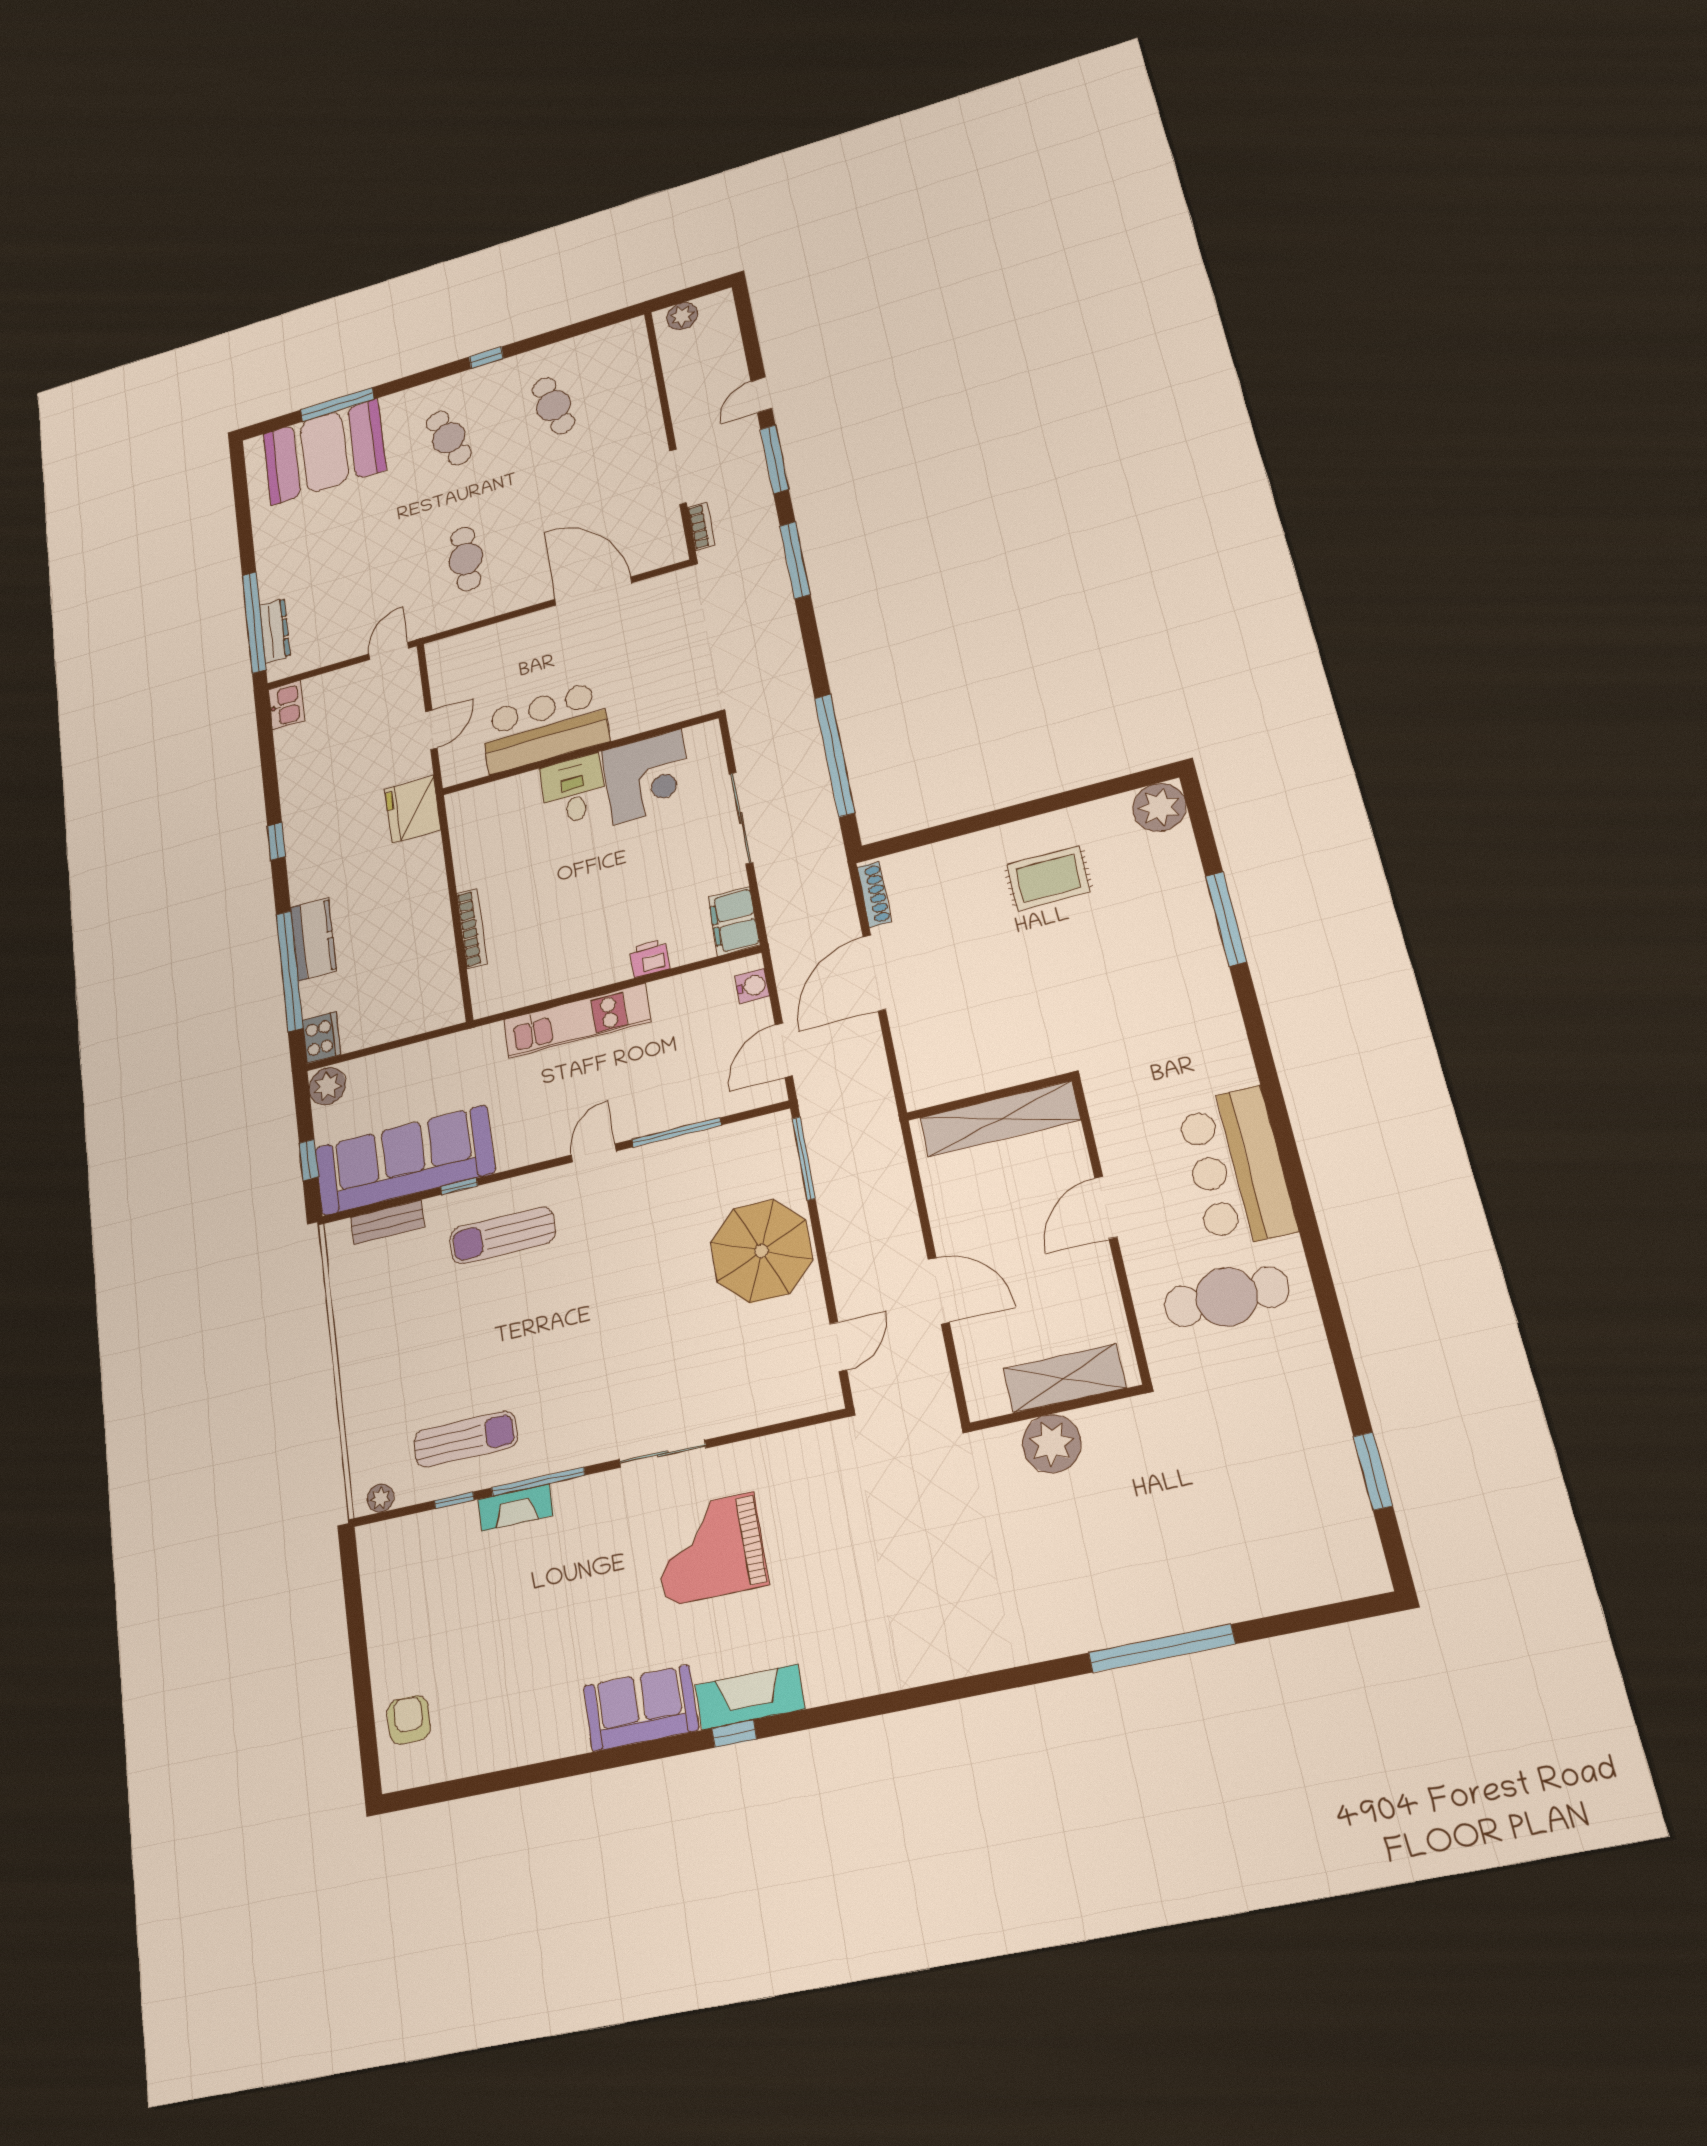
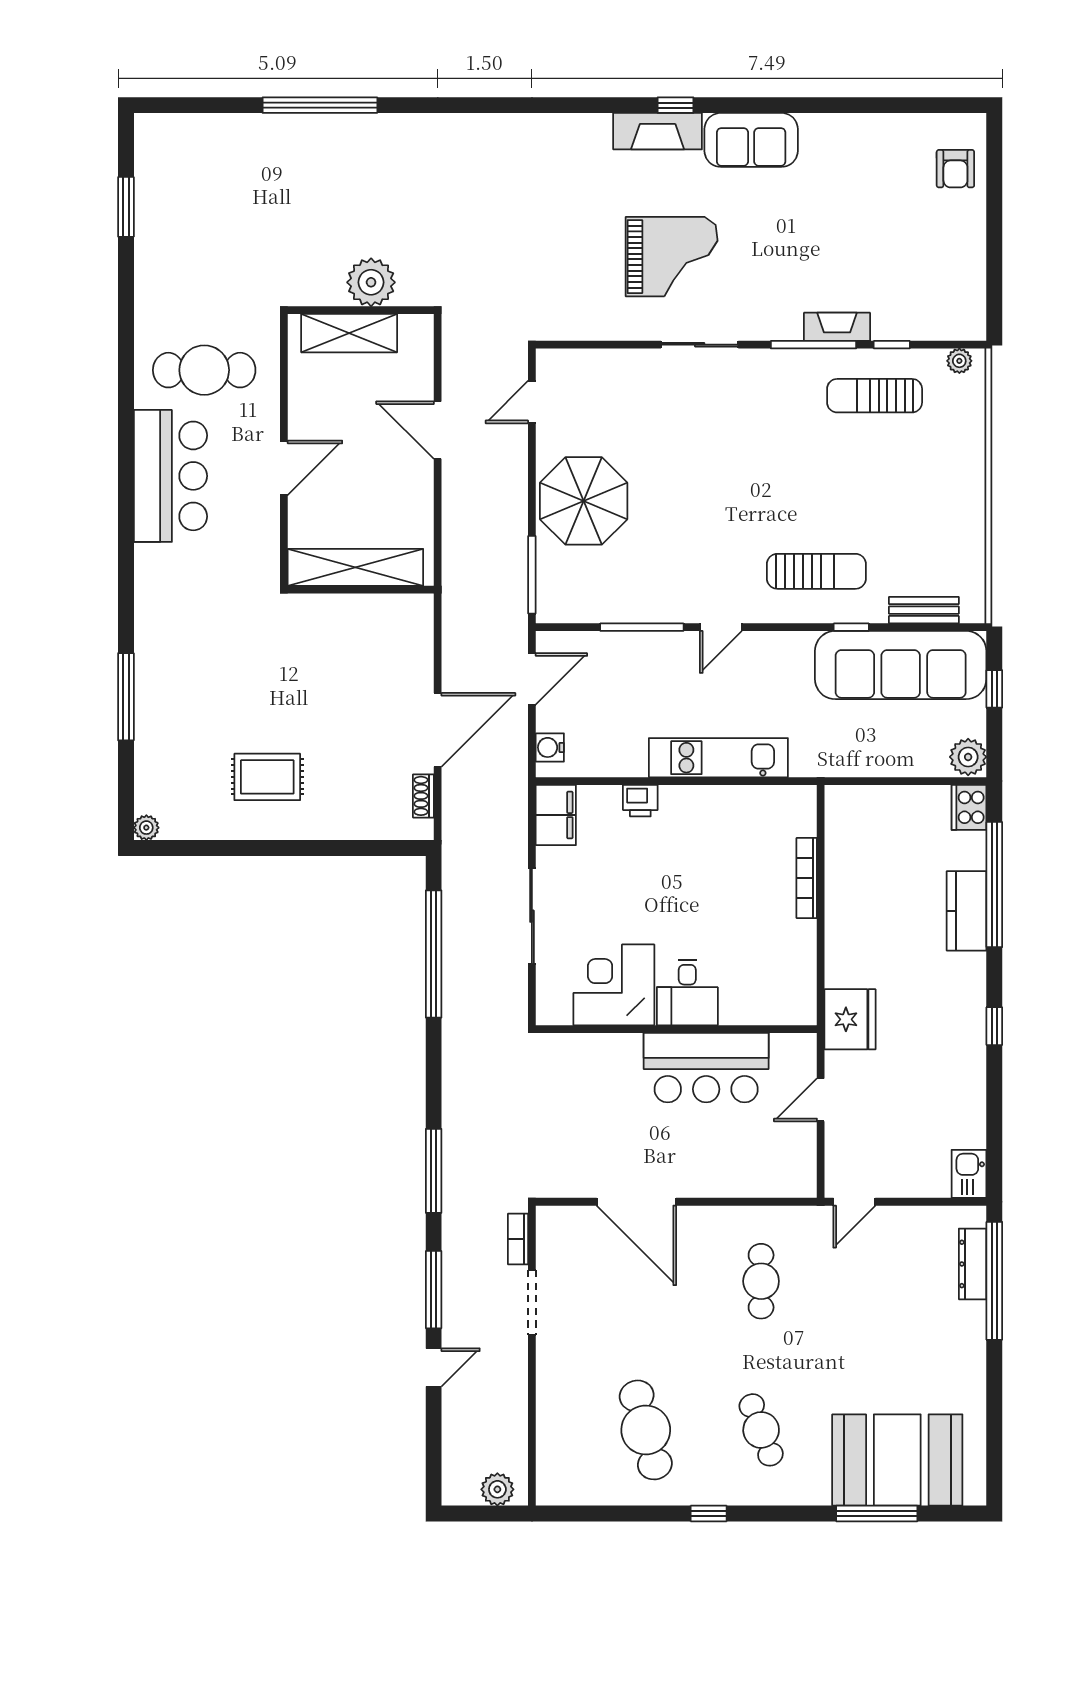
cafe table: (554, 406) -> (646, 1430), width x1.37, depth x1.35
plant: (1159, 807) -> (146, 828), width x0.53, depth x0.53
shoe rack: (874, 894) -> (423, 796), width x0.70

